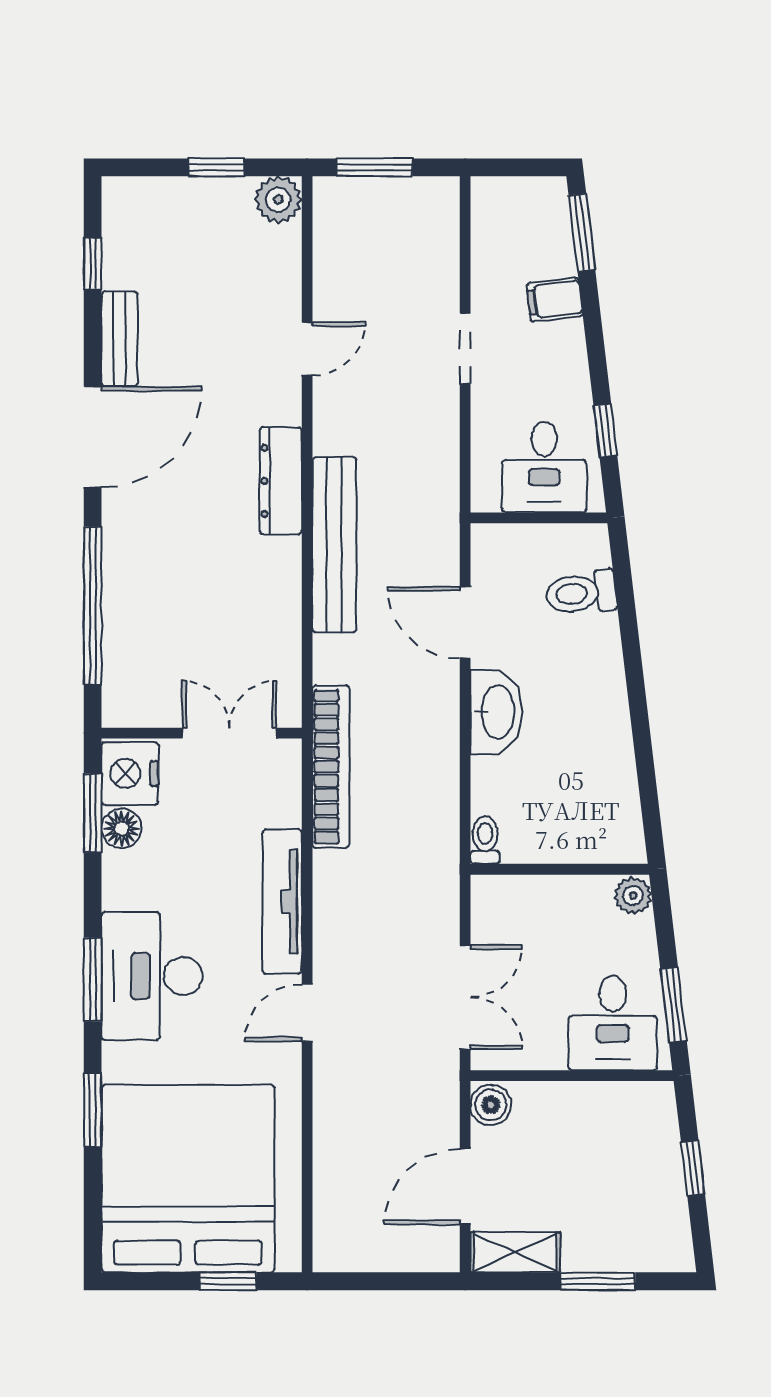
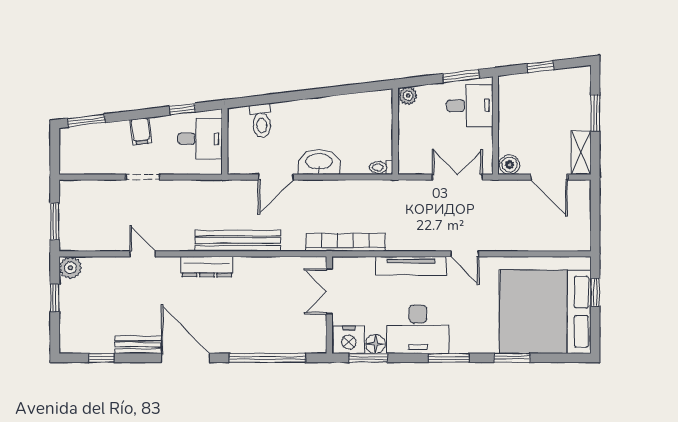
filing cabinet: (555, 300) -> (141, 131), moved
desk: (152, 976) -> (418, 329), moved

